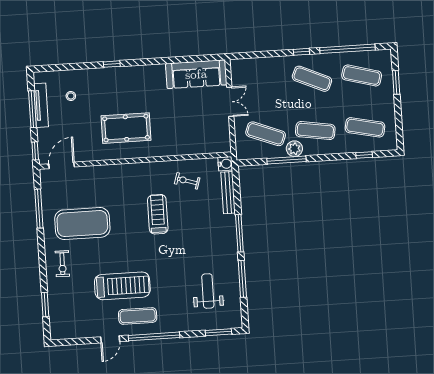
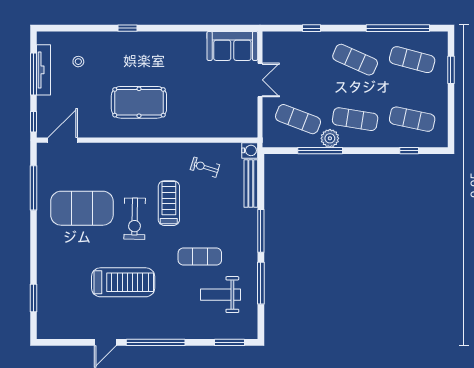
window: (301, 52) -> (312, 28), moved
sofa: (196, 74) -> (232, 46), width x0.73
exercise bike: (62, 264) -> (135, 219), moved, width x1.38, depth x1.39
weight bench: (208, 291) -> (220, 295), turned -90
exercise mat: (138, 316) -> (200, 257), moved

